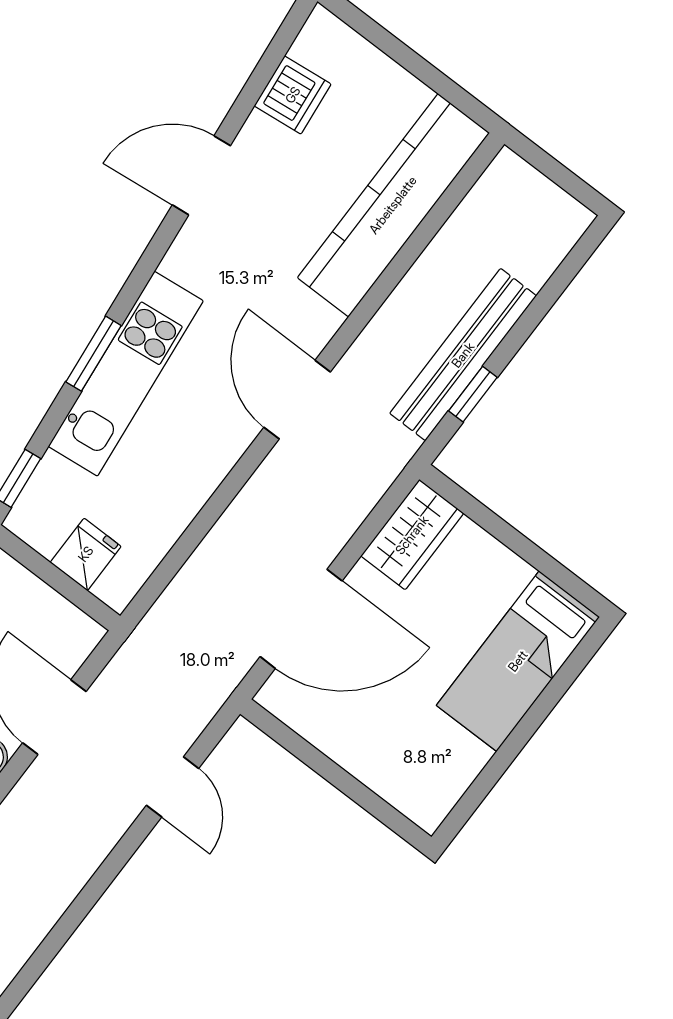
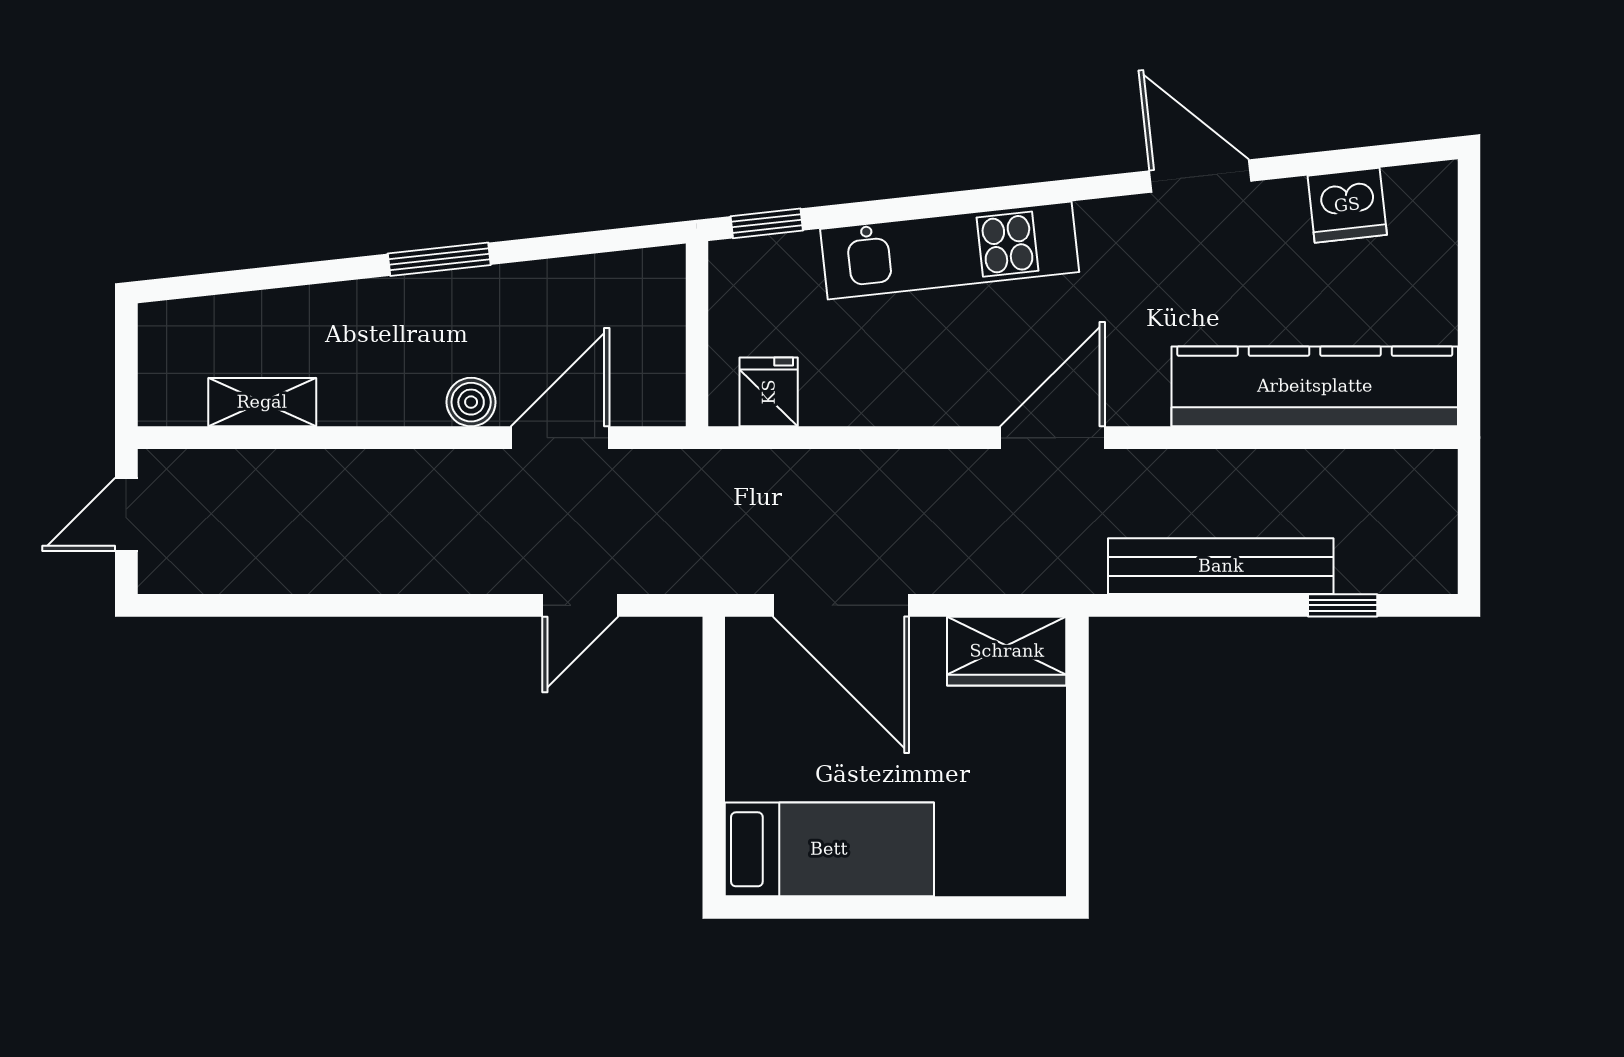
window: (93, 354) -> (945, 204), removed
window: (473, 394) -> (1343, 605), moved
fridge: (86, 554) -> (769, 392), moved, turned -90
bed: (518, 661) -> (829, 849), moved, turned 180

